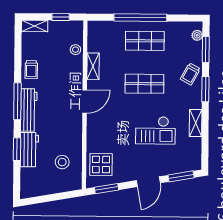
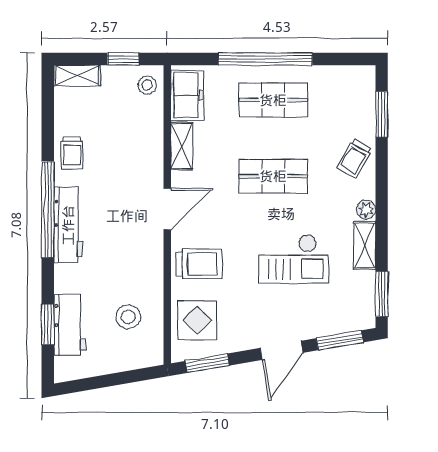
plant: (197, 35) -> (366, 210), moved
freezer: (96, 38) -> (187, 95), added
stool: (75, 50) -> (147, 85), moved
window: (205, 89) -> (382, 294), moved
window: (17, 101) -> (48, 209), width x1.46
trolley: (102, 133) -> (199, 264), added
window: (17, 149) -> (48, 324), moved
workbench: (29, 150) -> (70, 325), moved

